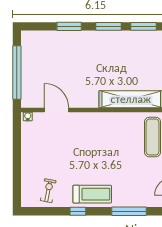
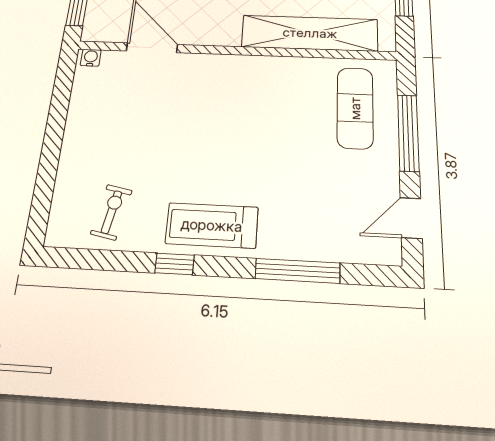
treadmill: (92, 194) -> (212, 225), turned 180

